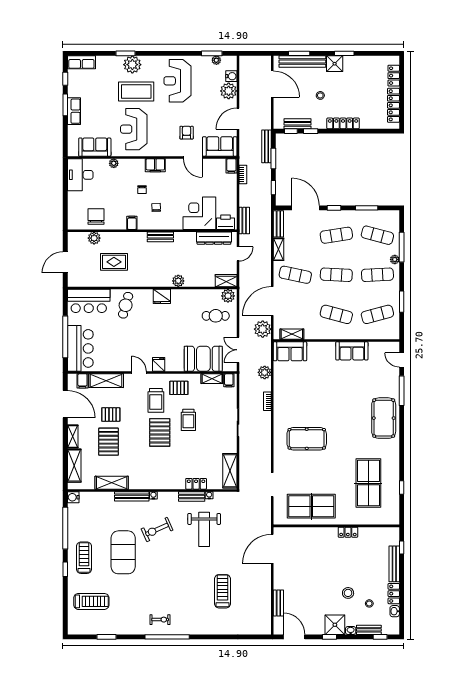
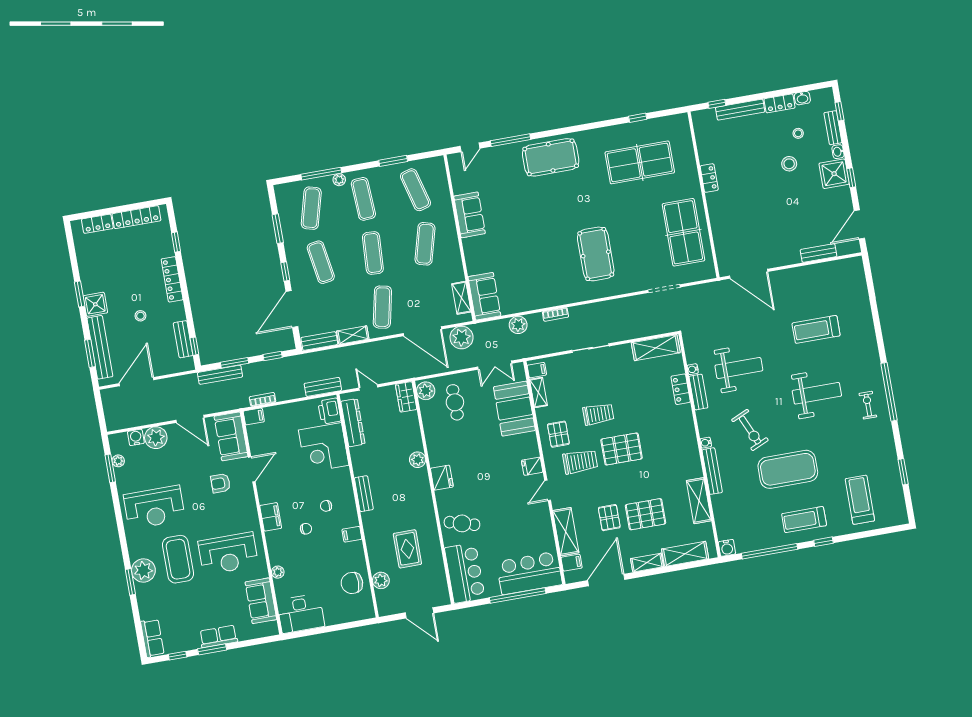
window: (311, 131) -> (176, 242), moved
weight bench: (175, 584) -> (817, 393), added

